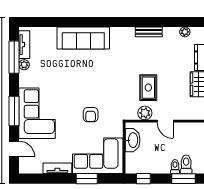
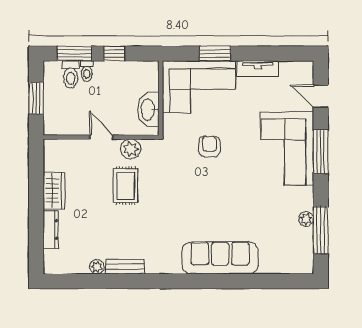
plant: (185, 32) -> (97, 267), moved
tv unit: (24, 45) -> (306, 248), removed
window: (143, 179) -> (114, 54), moved

